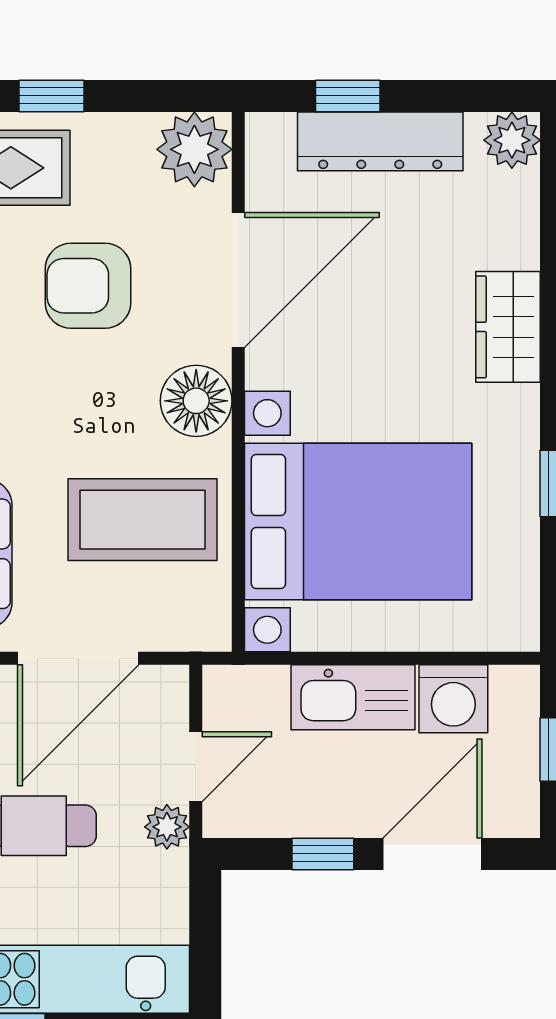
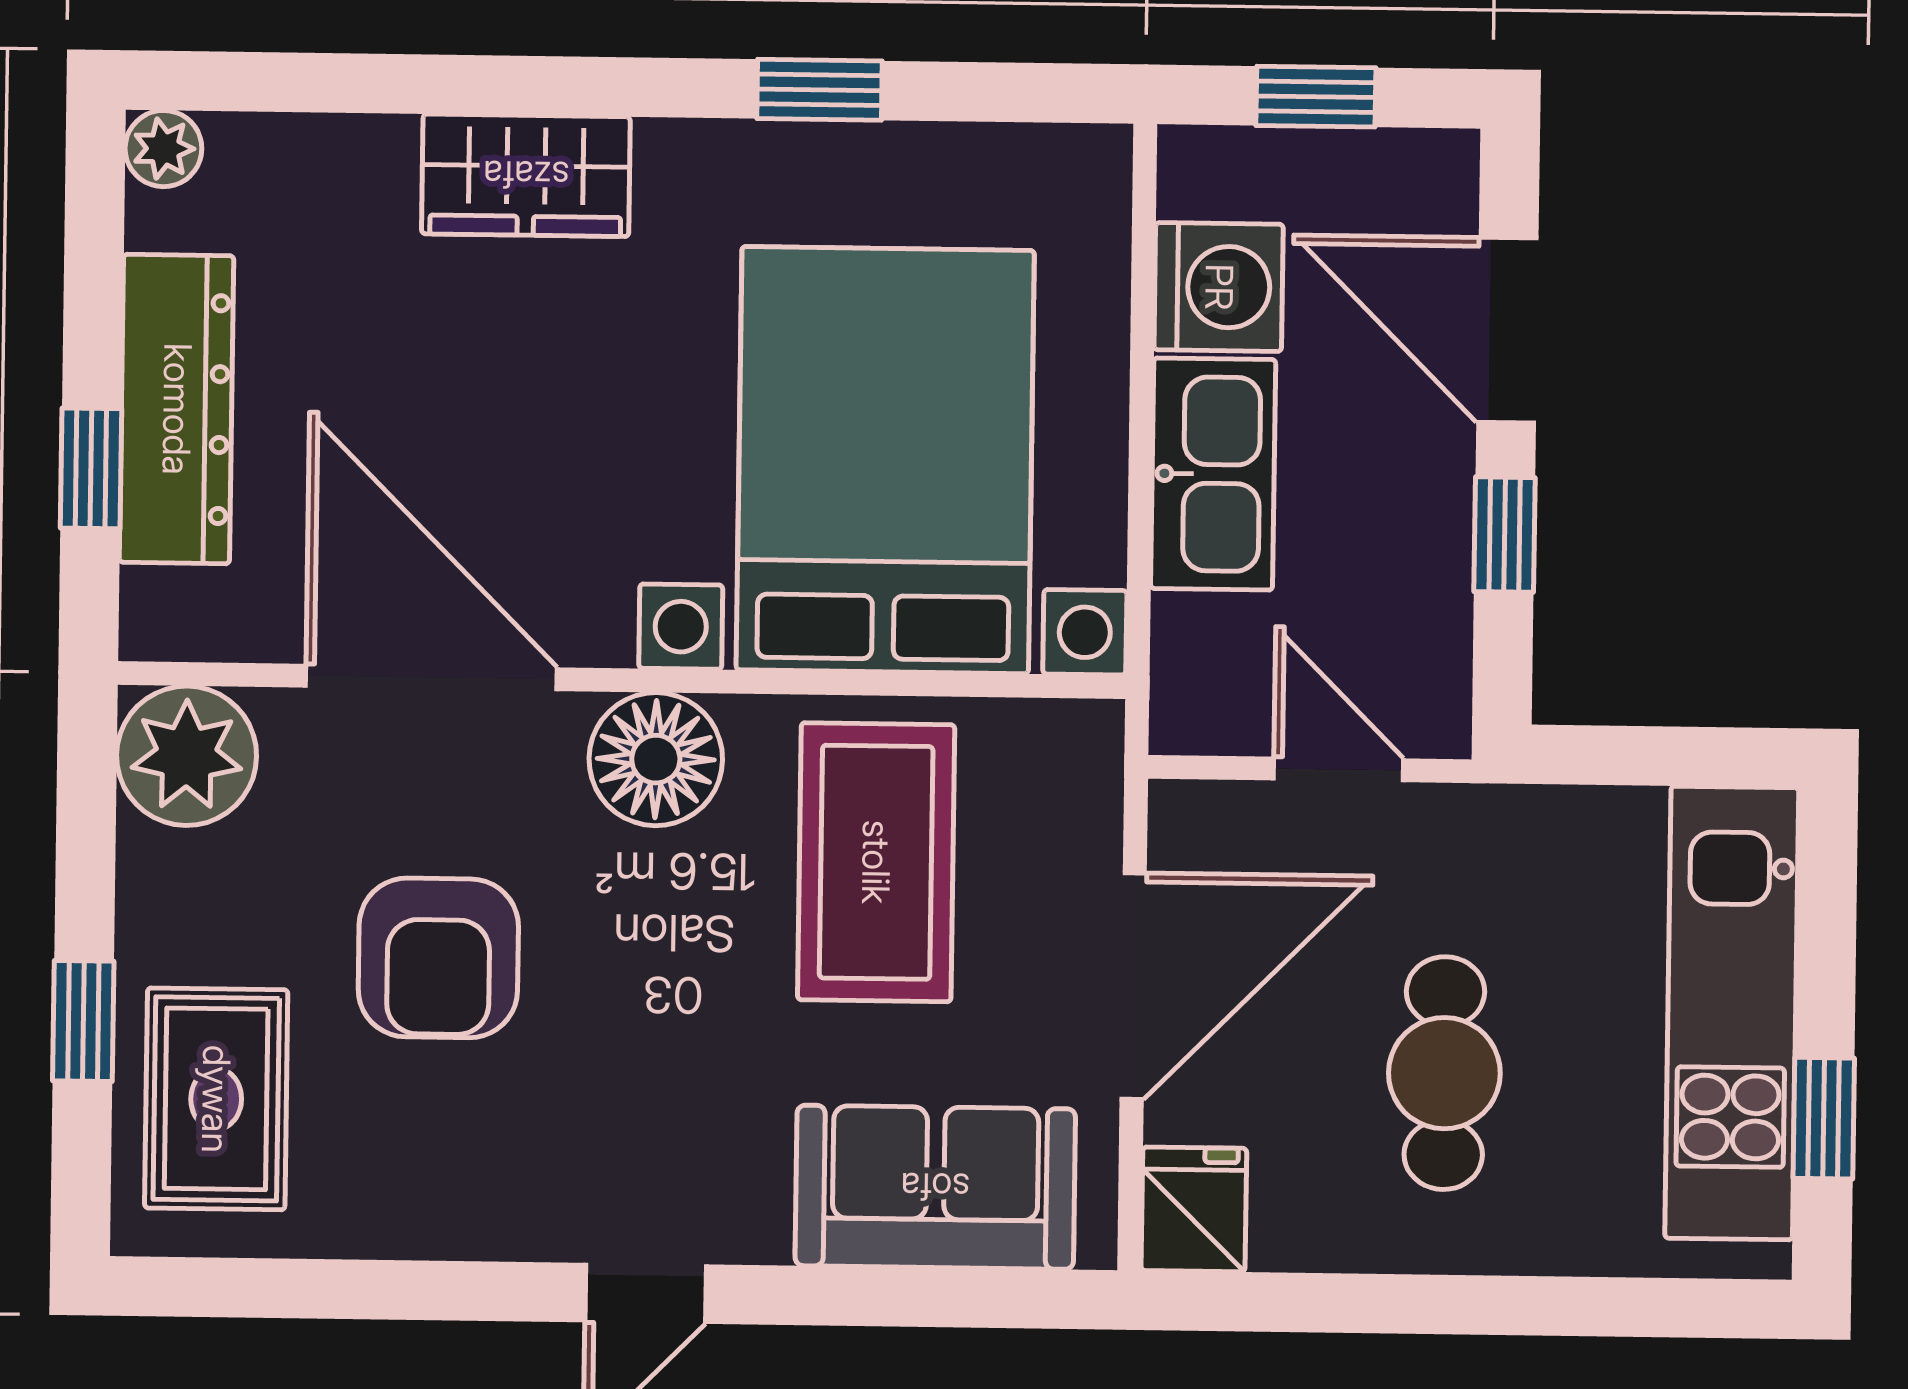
plant: (512, 140) -> (163, 149), width x0.73, depth x0.73
door: (78, 658) -> (1133, 986), hinge flipped
plant: (167, 827) -> (1450, 825), removed

